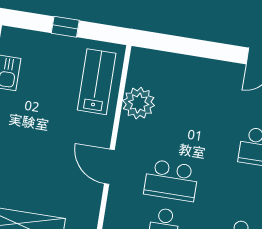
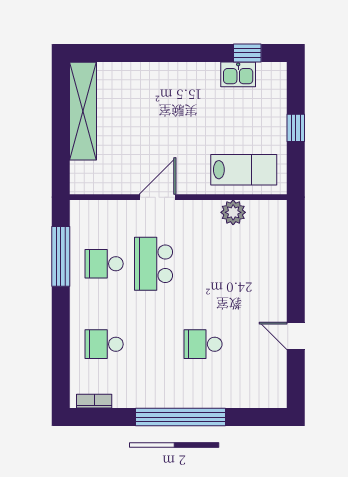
plant: (139, 103) -> (233, 212), width x0.73, depth x0.73

